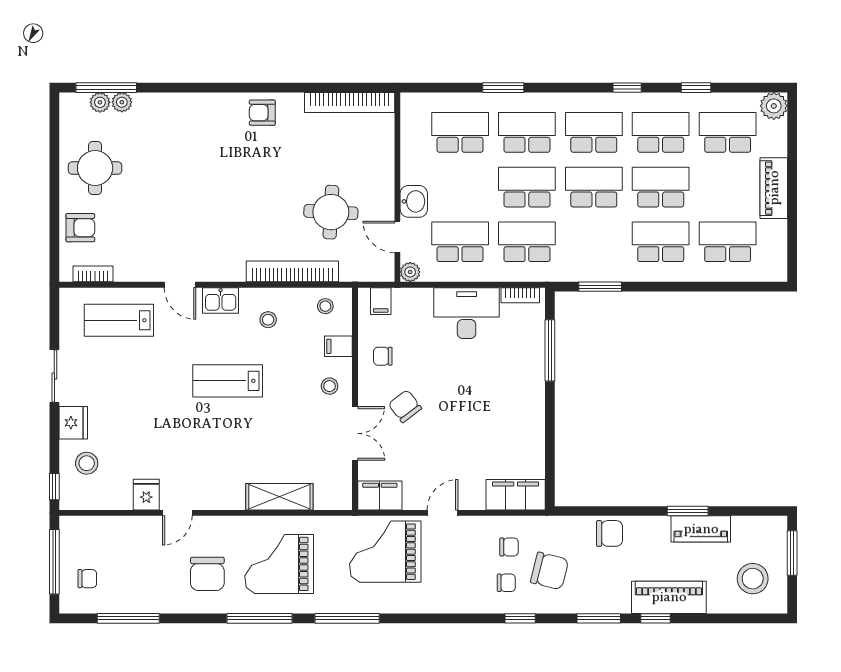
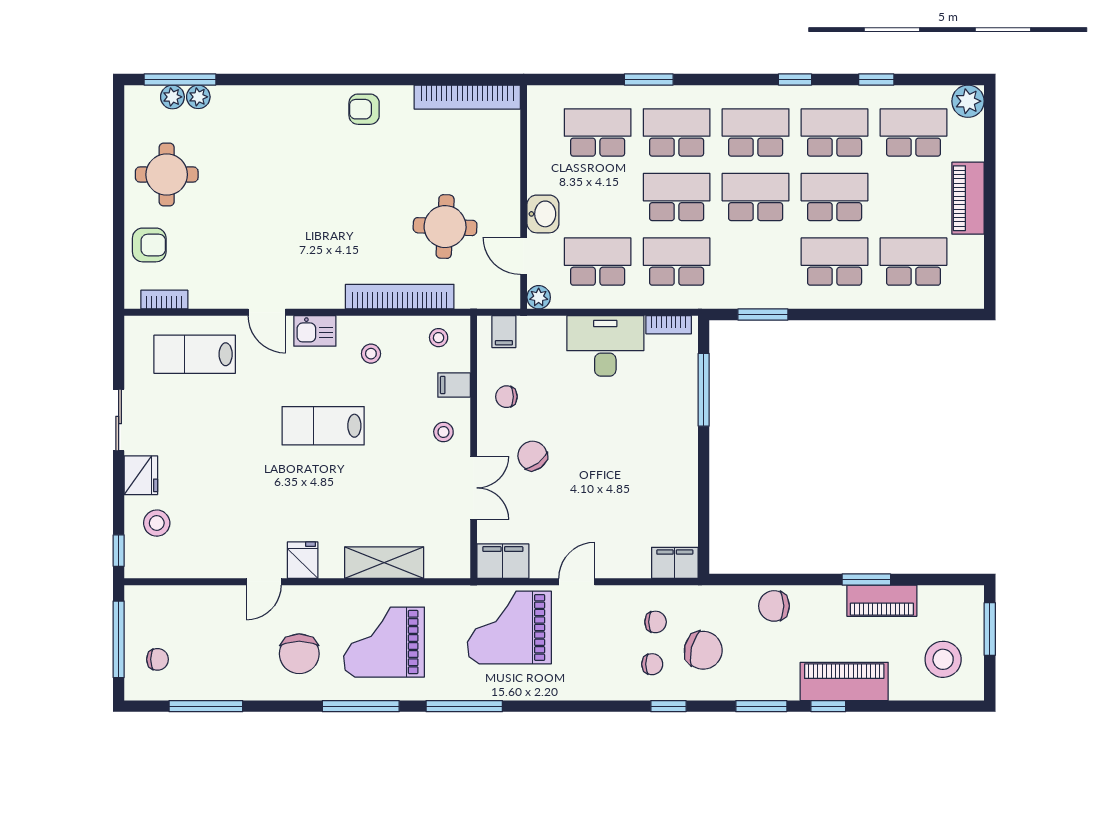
fridge: (146, 495) -> (303, 560), moved
filing cabinet: (516, 495) -> (675, 563), width x0.67, depth x0.86
chair: (609, 533) -> (774, 606), turned 180

